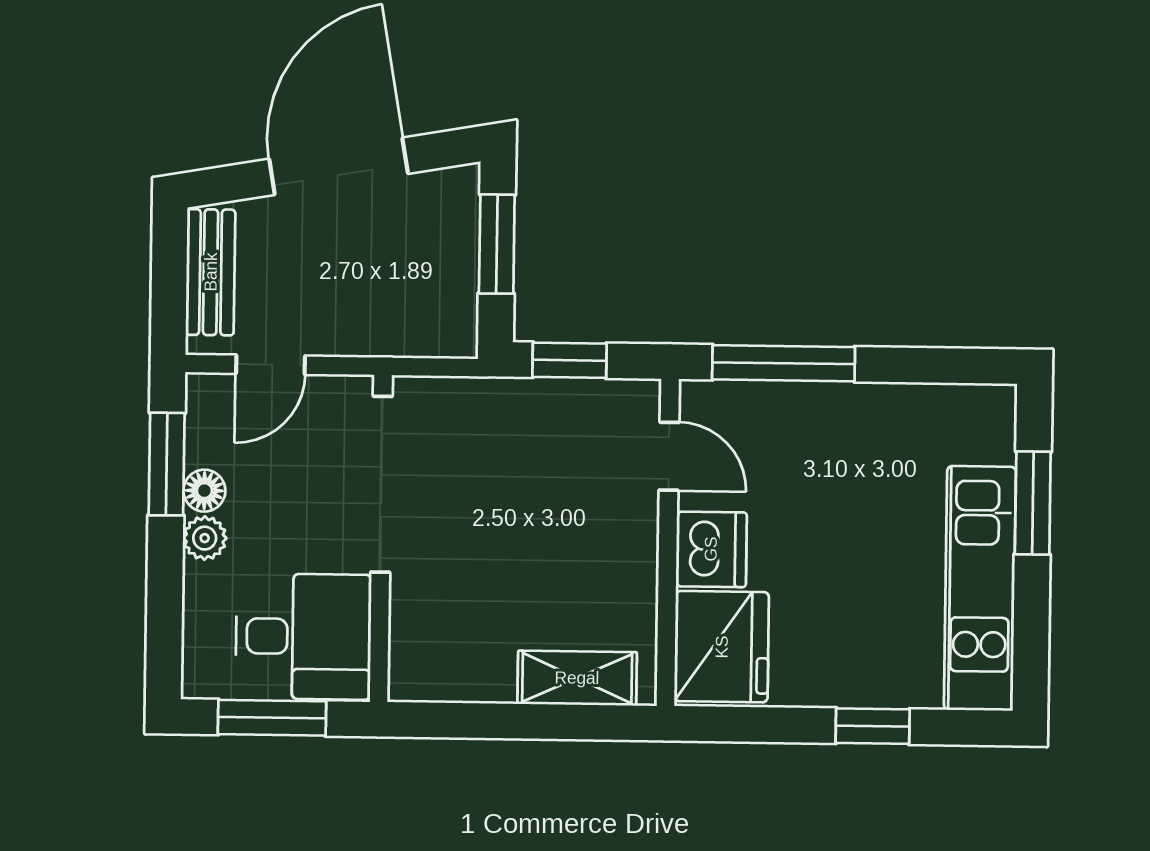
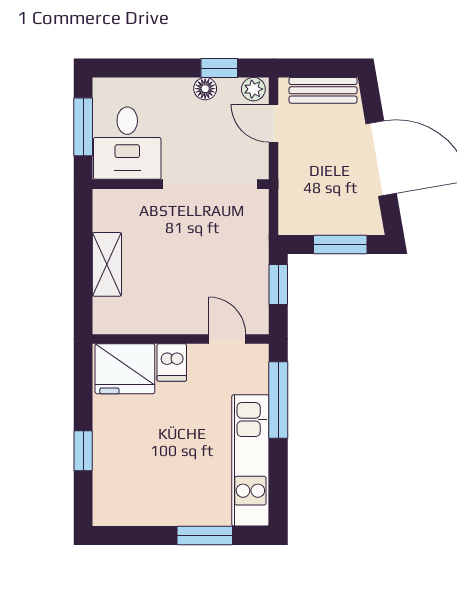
door: (669, 456) -> (227, 339), swing flipped
window: (167, 464) -> (219, 68), width x0.67
plant: (205, 538) -> (253, 89), moved
dishwasher: (711, 549) -> (172, 362), width x0.73
kitchen unit: (980, 588) -> (250, 460), moved, turned -90
shelving: (577, 678) -> (107, 264), moved

